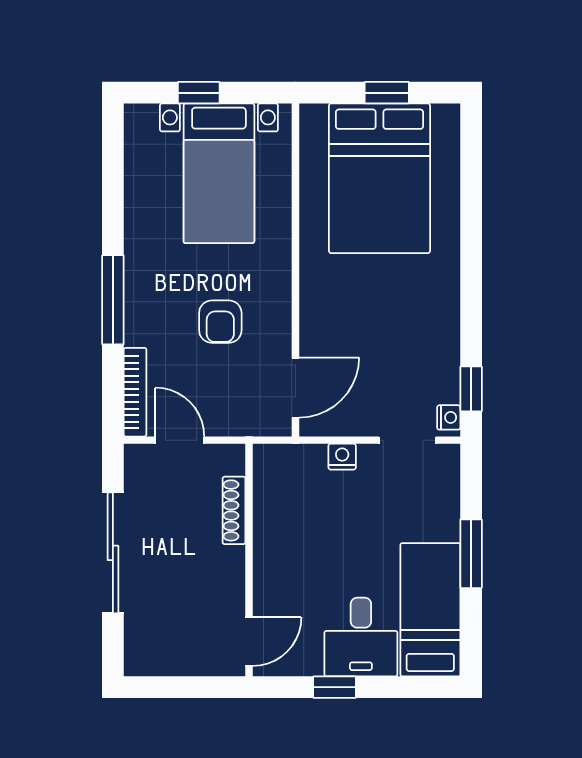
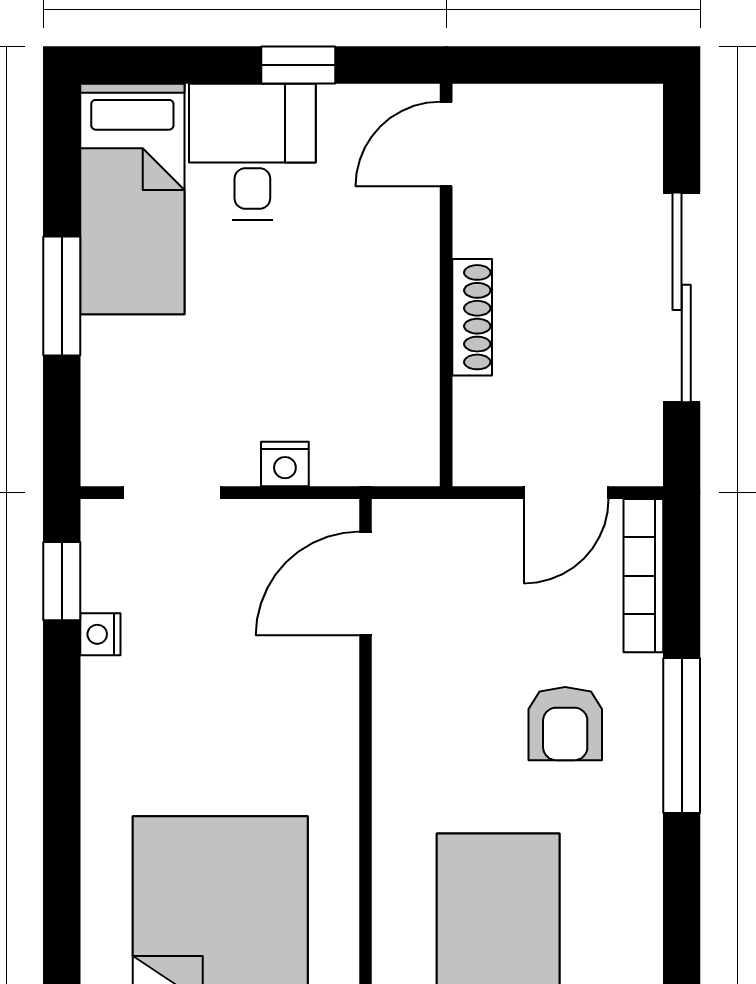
armchair: (220, 322) -> (565, 724), moved, turned 180
nightstand: (449, 417) -> (100, 634), moved
door: (180, 440) -> (566, 493), hinge flipped
shoe rack: (234, 510) -> (472, 317), moved

